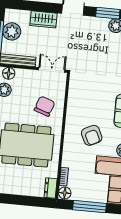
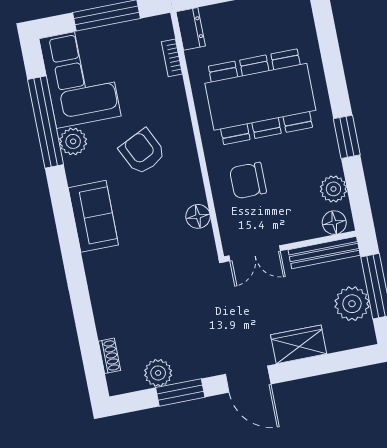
chair: (45, 106) -> (248, 181), turned 71
floor lamp: (65, 193) -> (198, 216), moved

